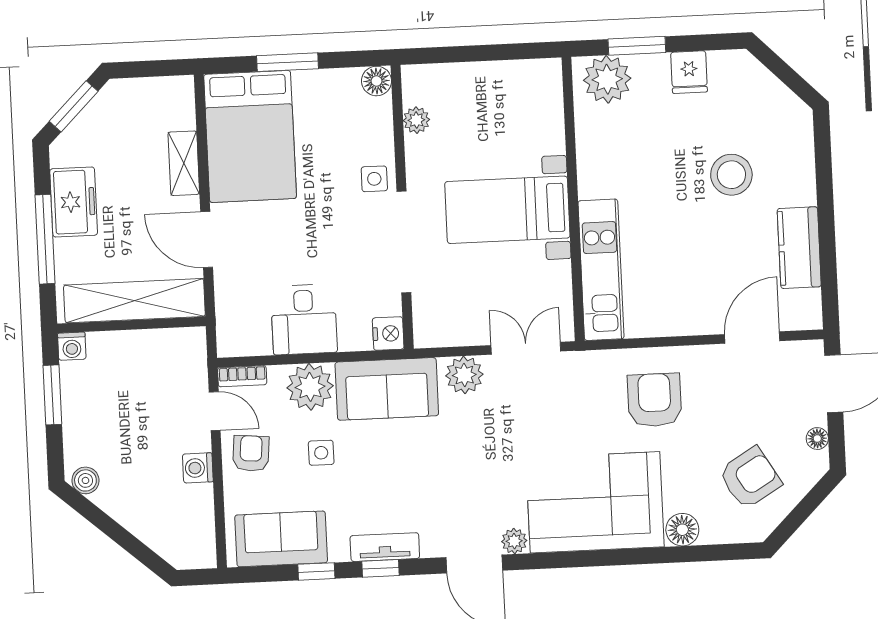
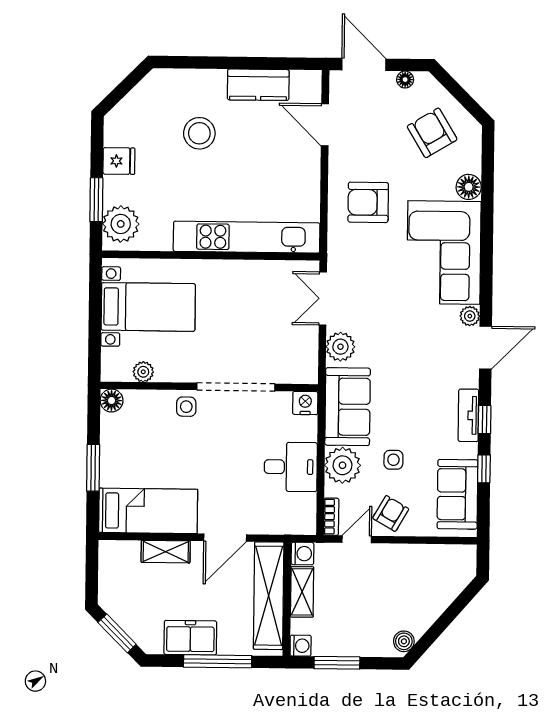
bed: (250, 136) -> (148, 511), width x0.67
bed with nightstands: (507, 210) -> (148, 307), moved, turned -90
kitchen unit: (601, 270) -> (247, 237), width x1.36
shelving: (142, 344) -> (302, 592), added
armchair: (251, 453) -> (391, 513), turned 115
washing machine: (198, 468) -> (302, 554), moved, turned -90

